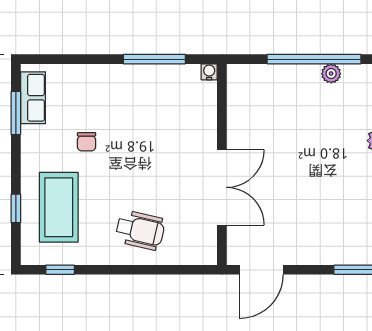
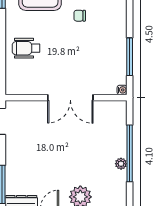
double door: (222, 187) -> (70, 98), moved
wheelchair: (140, 230) -> (26, 48), turned 77

